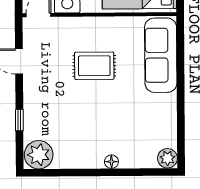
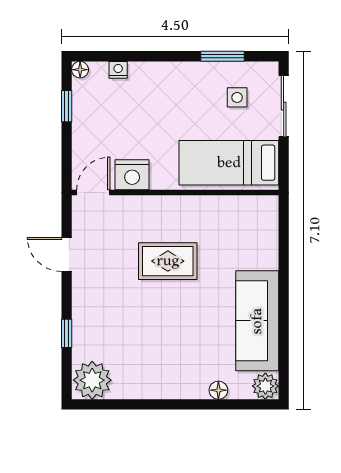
sofa: (161, 55) -> (257, 321), moved
floor lamp: (111, 162) -> (218, 390), moved

